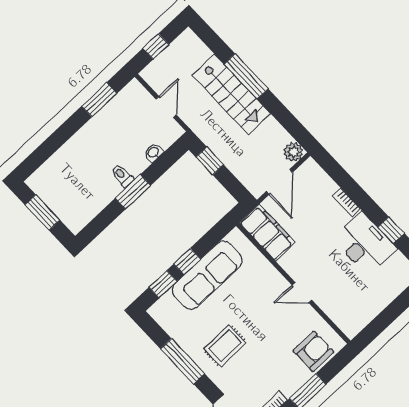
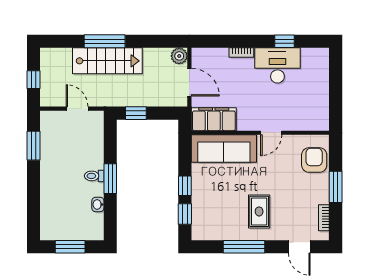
washbasin: (154, 152) -> (98, 204), moved
sofa: (207, 275) -> (224, 148), moved, turned 90

